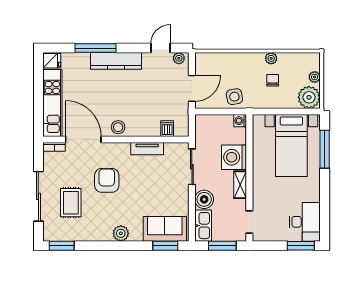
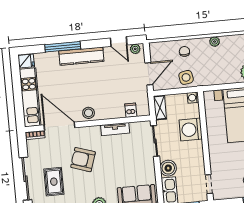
door: (160, 48) -> (119, 42), swing flipped
chair: (273, 80) -> (184, 51), moved
armchair: (107, 180) -> (83, 160), turned -72
shelving: (240, 185) -> (160, 108), moved

